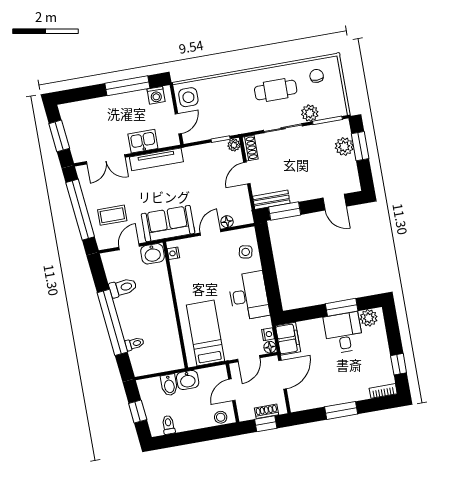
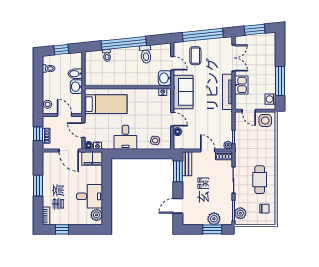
plant: (310, 113) -> (240, 213), moved
double door: (106, 159) -> (233, 58), swing flipped
desk: (249, 296) -> (125, 137), width x0.73
window: (342, 307) -> (107, 198), removed

